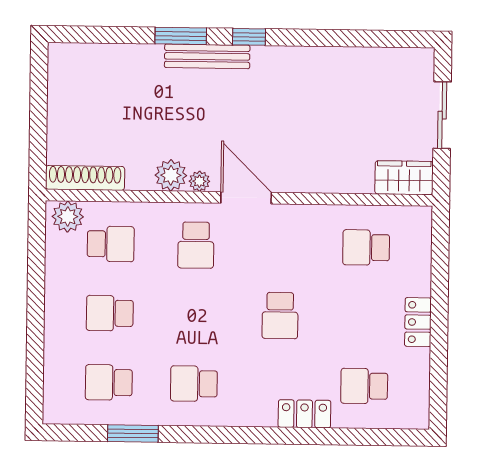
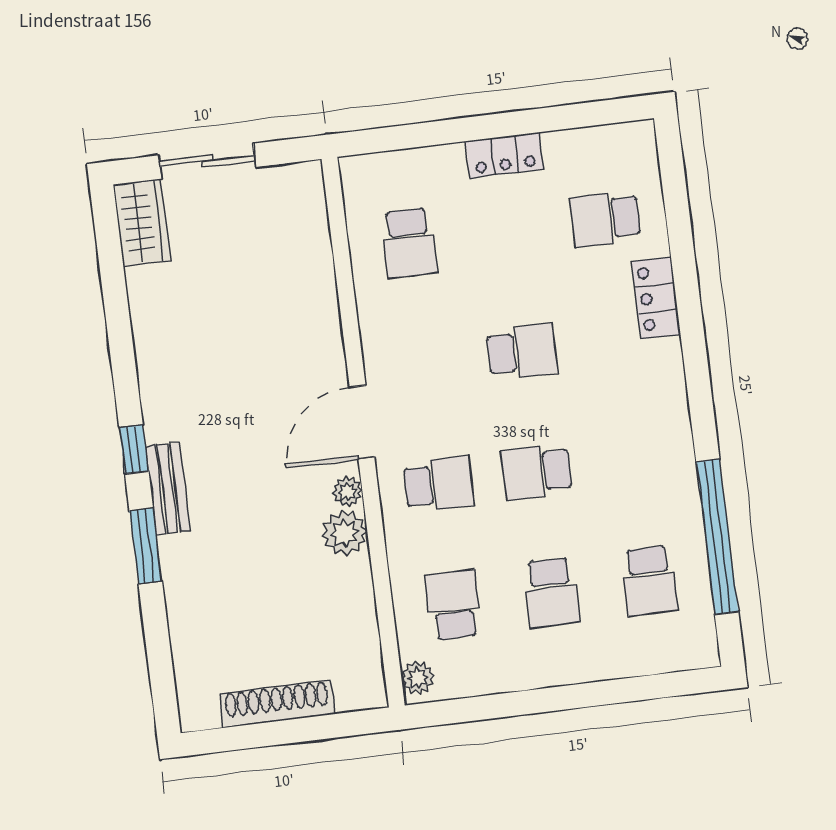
bench: (207, 56) -> (168, 489), width x0.73
shoe rack: (85, 178) -> (277, 704), moved, turned 90
wardrobe: (404, 178) -> (142, 223), moved, turned 180
plant: (68, 217) -> (418, 678), width x0.73, depth x0.73
school desk: (194, 384) -> (537, 472), moved, turned 90
school desk: (364, 386) -> (605, 219), turned 90
window: (133, 434) -> (717, 537), width x2.11

